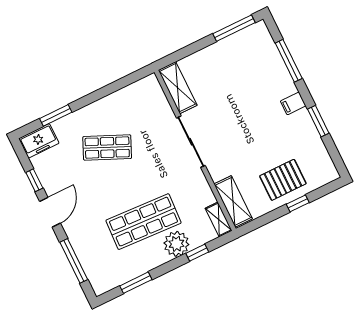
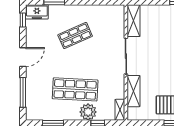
shop shelf: (107, 148) -> (75, 35), turned -48
window: (34, 180) -> (23, 20), moved
shelving: (233, 201) -> (134, 91), moved

